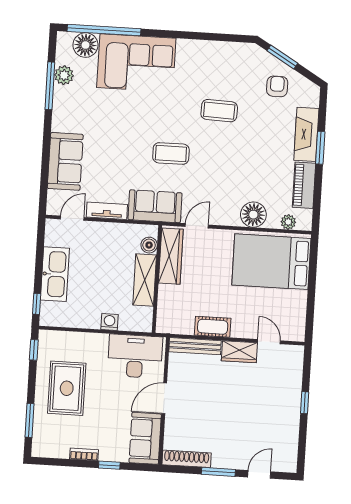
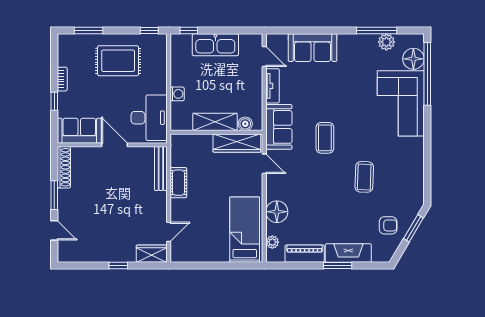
bed: (271, 262) -> (245, 230), width x0.67
wardrobe: (239, 352) -> (151, 254), moved, turned 90

